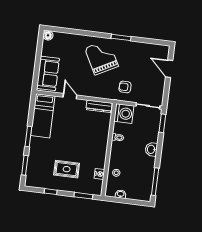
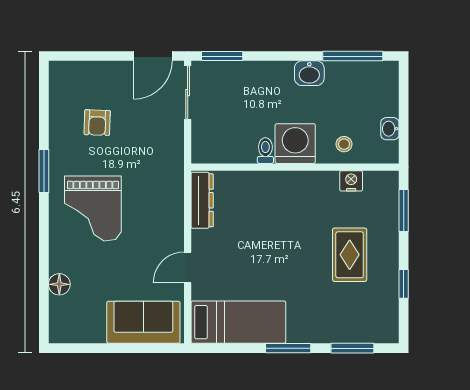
floor lamp: (48, 35) -> (59, 284), moved
grand piano: (101, 57) -> (93, 209), turned -62
door: (169, 69) -> (153, 56), moved
armchair: (125, 87) -> (97, 123), moved
washing machine: (124, 113) -> (295, 144), moved
washbasin: (151, 149) -> (309, 73), moved

